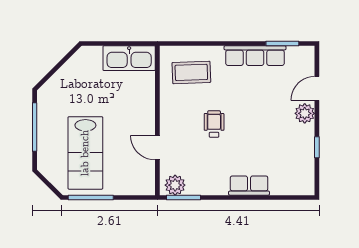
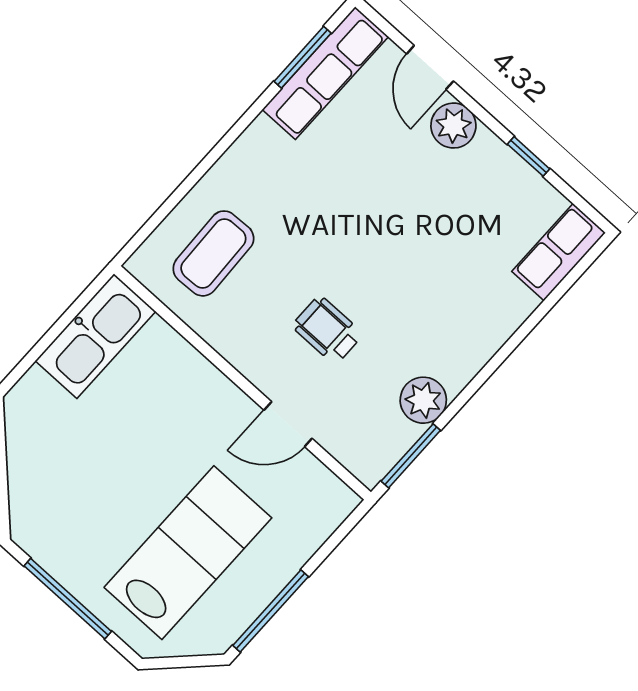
row of seats: (255, 56) -> (325, 73), moved
wheelchair: (214, 124) -> (327, 330), moved
lab bench: (85, 153) -> (188, 553), turned -90
plant: (175, 185) -> (423, 400), moved
row of seats: (249, 186) -> (559, 252), moved

